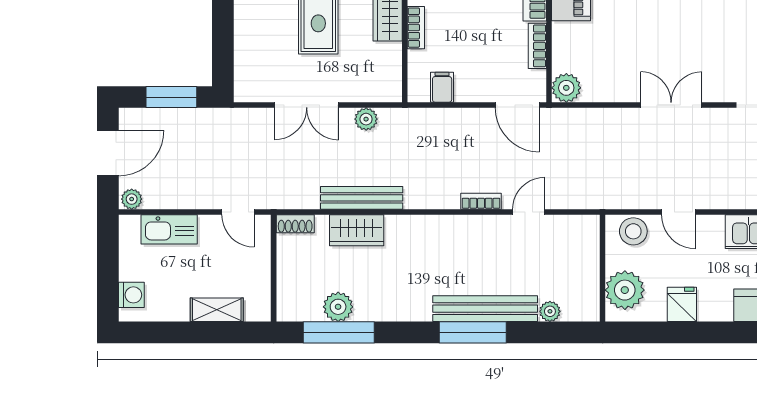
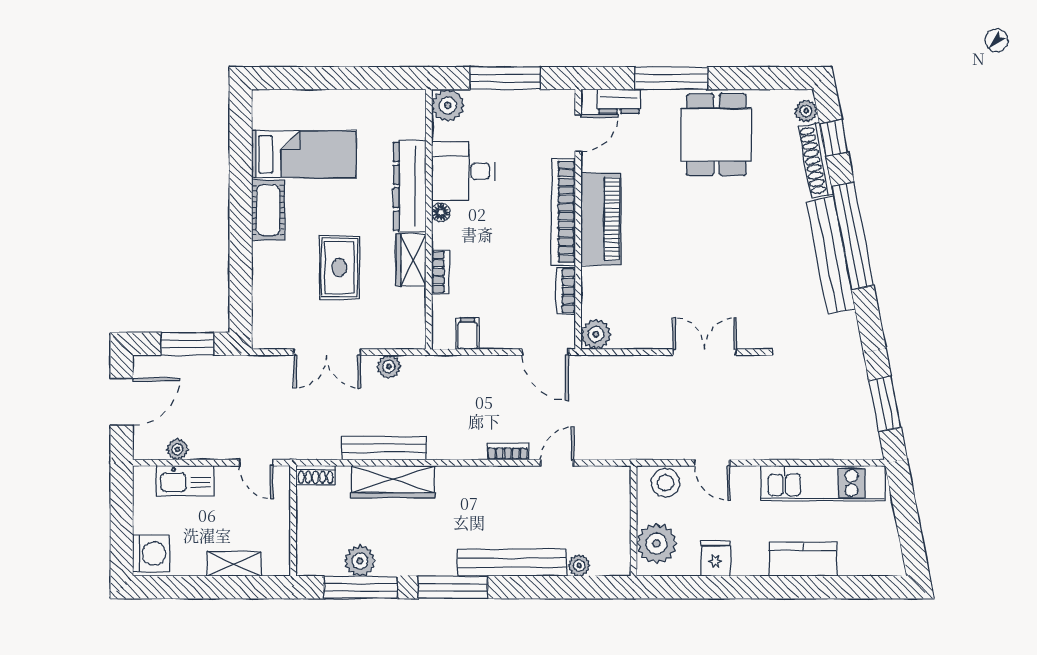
plant: (132, 199) -> (177, 449), moved
wardrobe: (357, 230) -> (393, 482), width x1.50
washing machine: (131, 295) -> (151, 554), width x1.38, depth x1.38
window: (473, 332) -> (453, 587), moved

